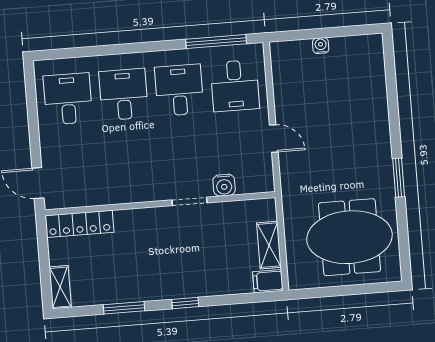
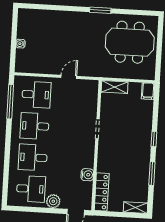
desk: (68, 99) -> (31, 189), turned 180
plant: (51, 141) -> (53, 201), added
water cooler: (224, 185) -> (87, 175), moved
meeting table: (349, 237) -> (130, 42), turned 90
shelving: (269, 245) -> (115, 87), moved

